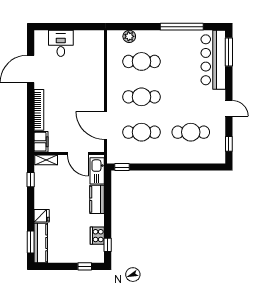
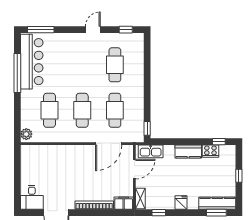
plant: (129, 36) -> (26, 134), moved
desk: (61, 43) -> (32, 197), moved, turned -90
bar counter: (213, 60) -> (32, 62), moved, turned -90
kitchen counter: (97, 199) -> (188, 151), moved
fridge: (42, 216) -> (181, 203), moved
window: (85, 266) -> (239, 176), moved

